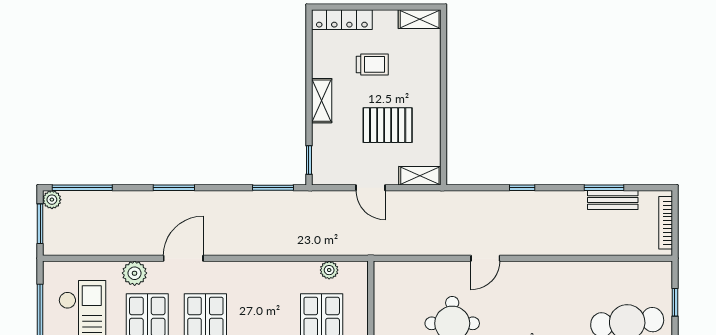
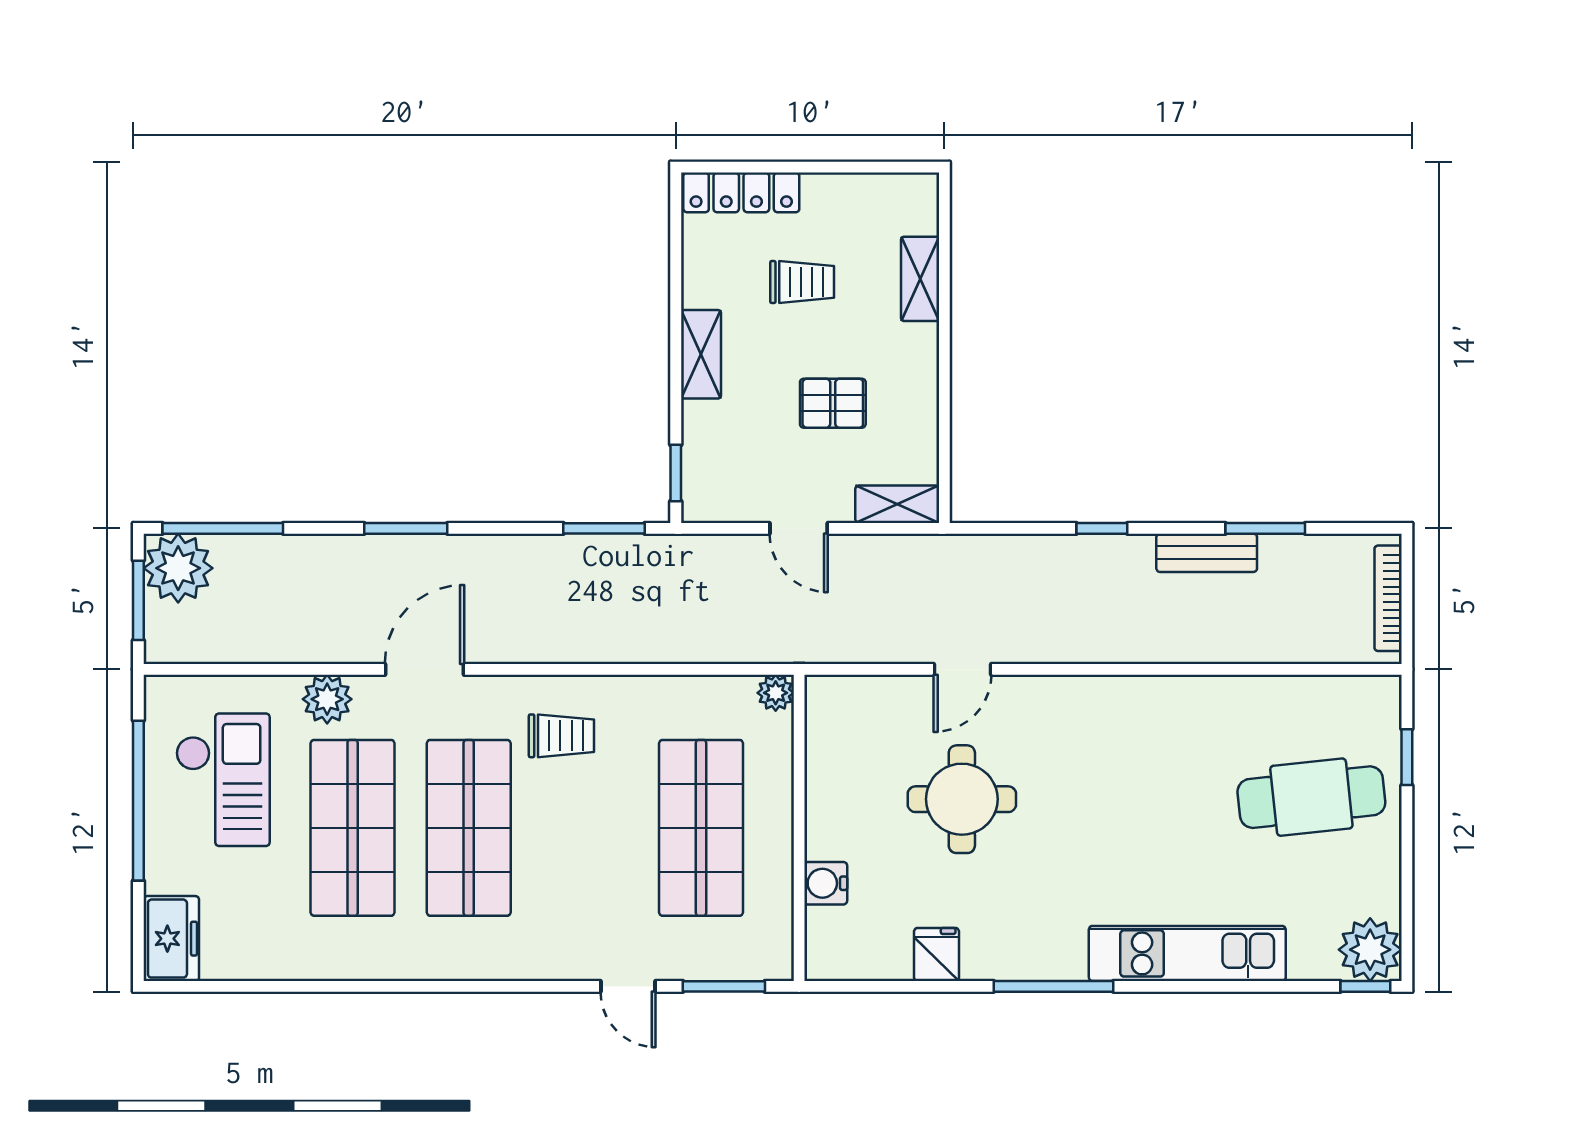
shelving: (420, 19) -> (920, 279), moved, turned 90
pallet: (388, 125) -> (833, 403), width x0.67, depth x0.71
plant: (52, 200) -> (178, 568), width x1.88, depth x1.88
bench: (613, 200) -> (1207, 553), moved
door: (485, 258) -> (962, 669), moved
plant: (329, 270) -> (776, 693), moved
trolley: (252, 292) -> (561, 736), added

